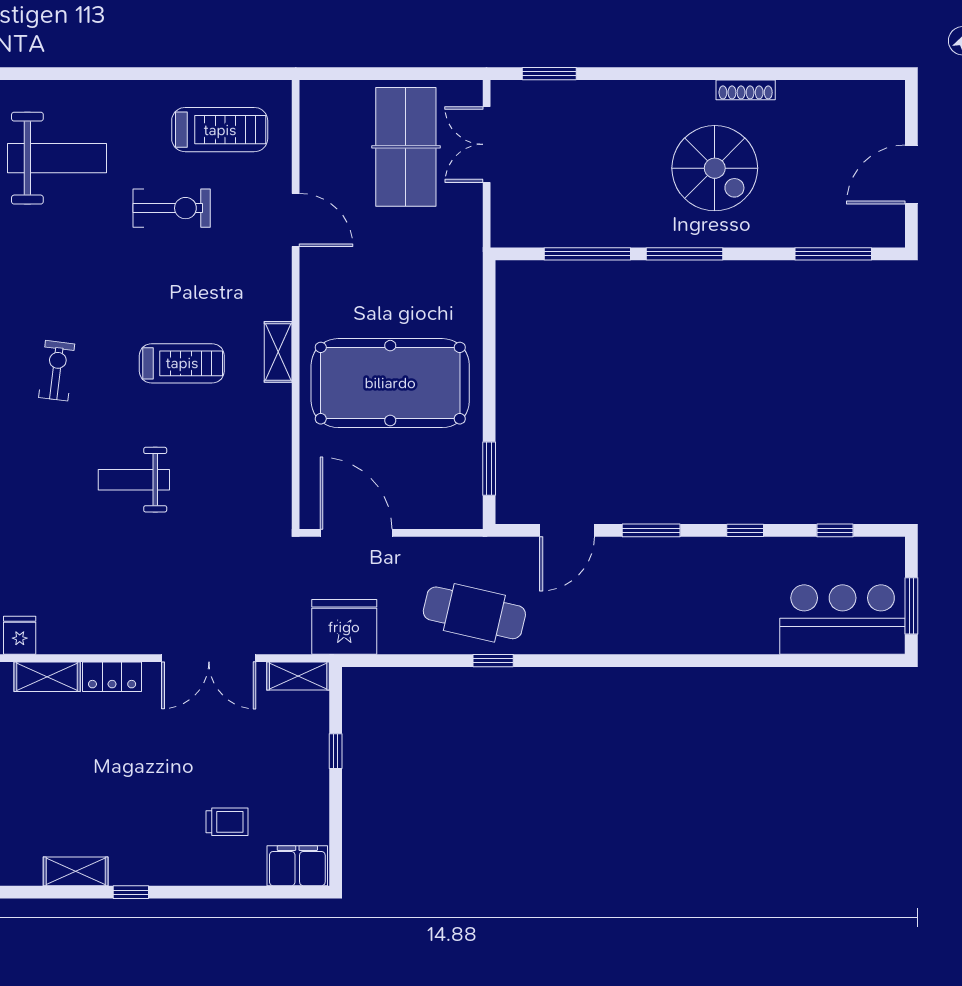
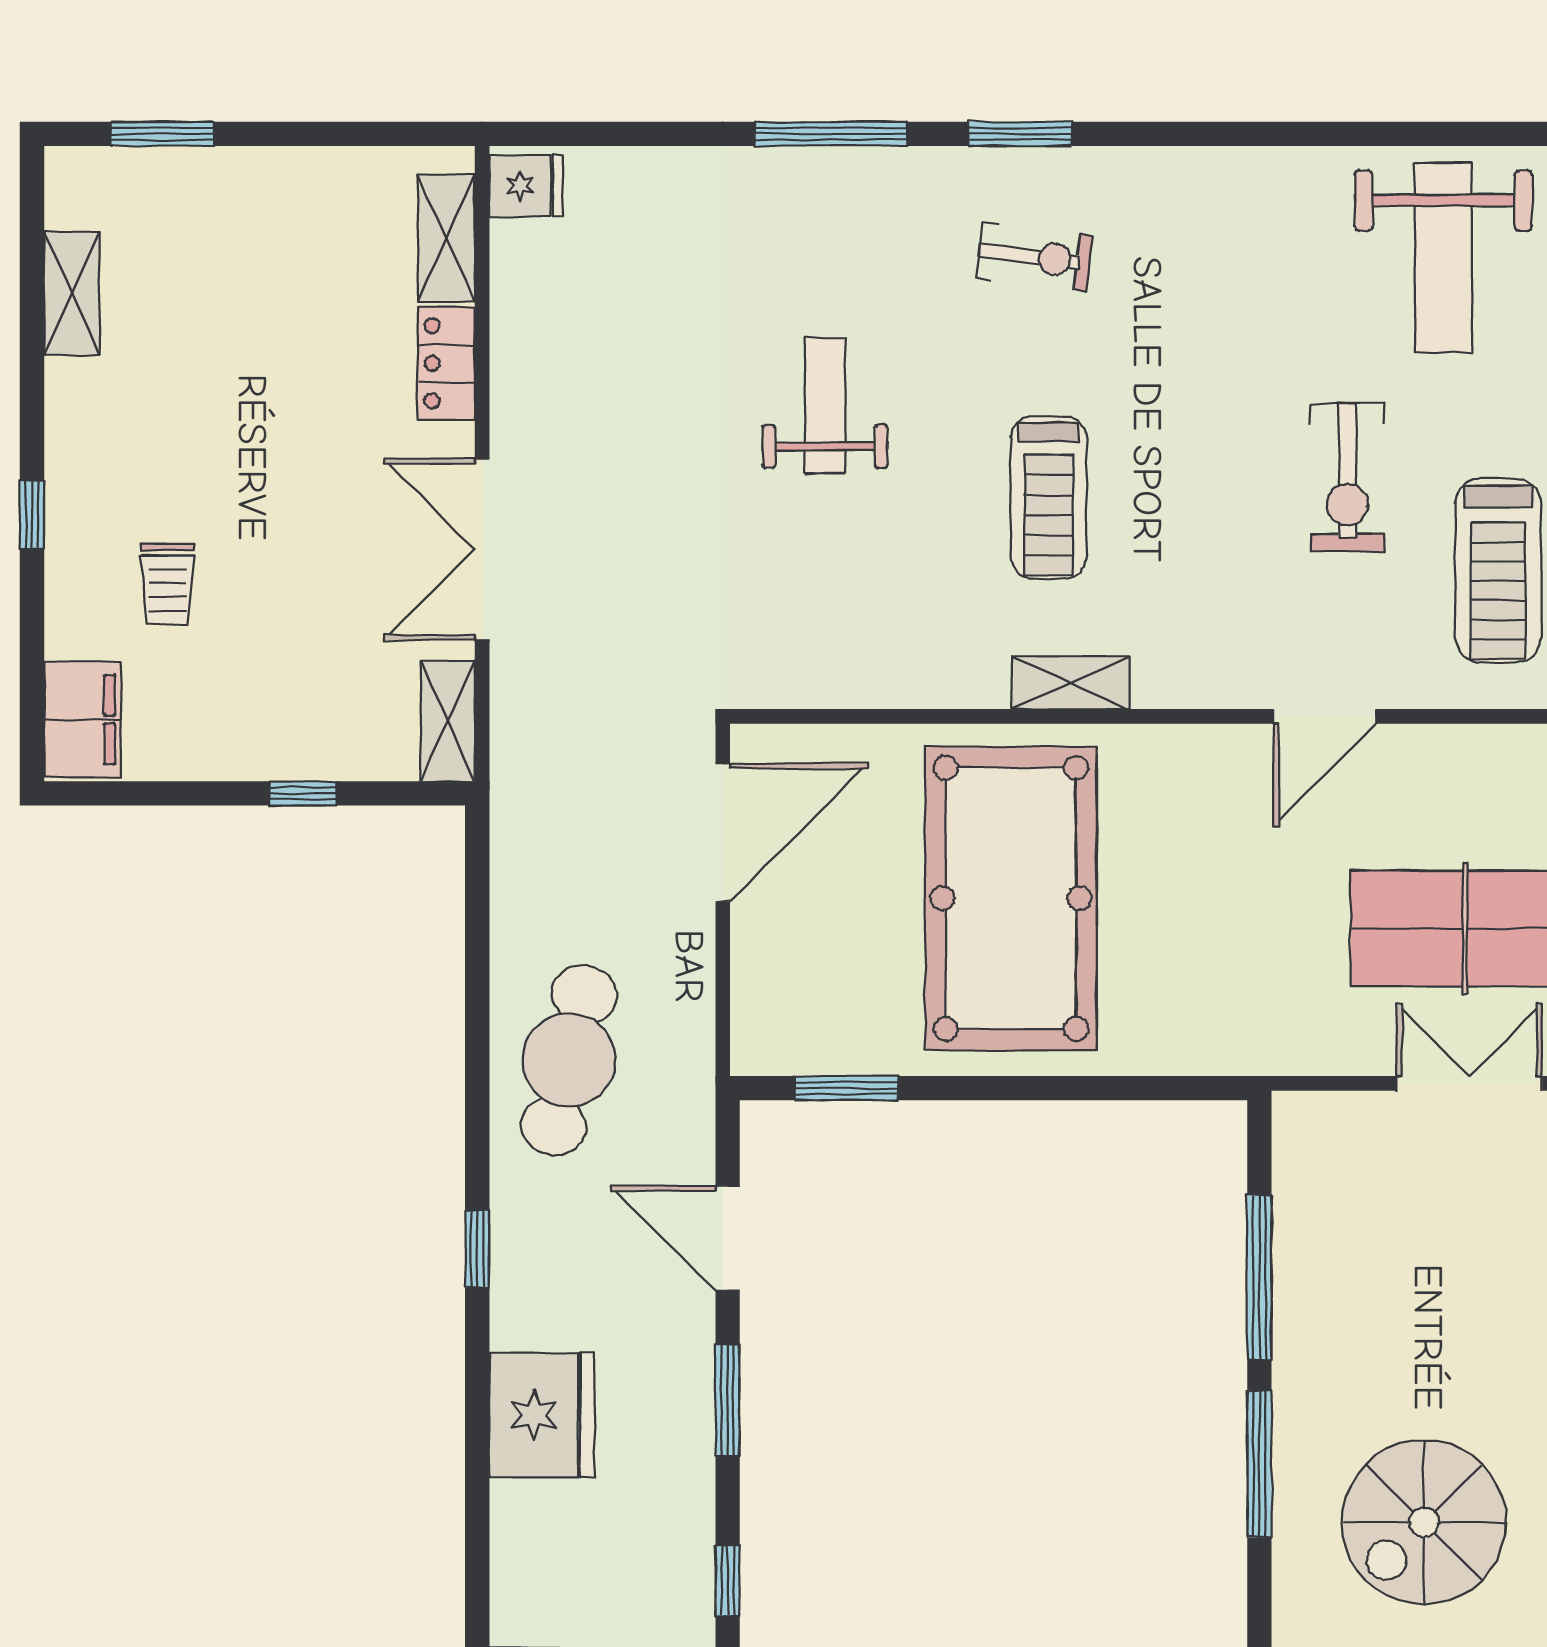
fridge: (344, 627) -> (542, 1415), moved
window: (493, 661) -> (477, 1249), moved
window: (131, 892) -> (32, 514), moved

